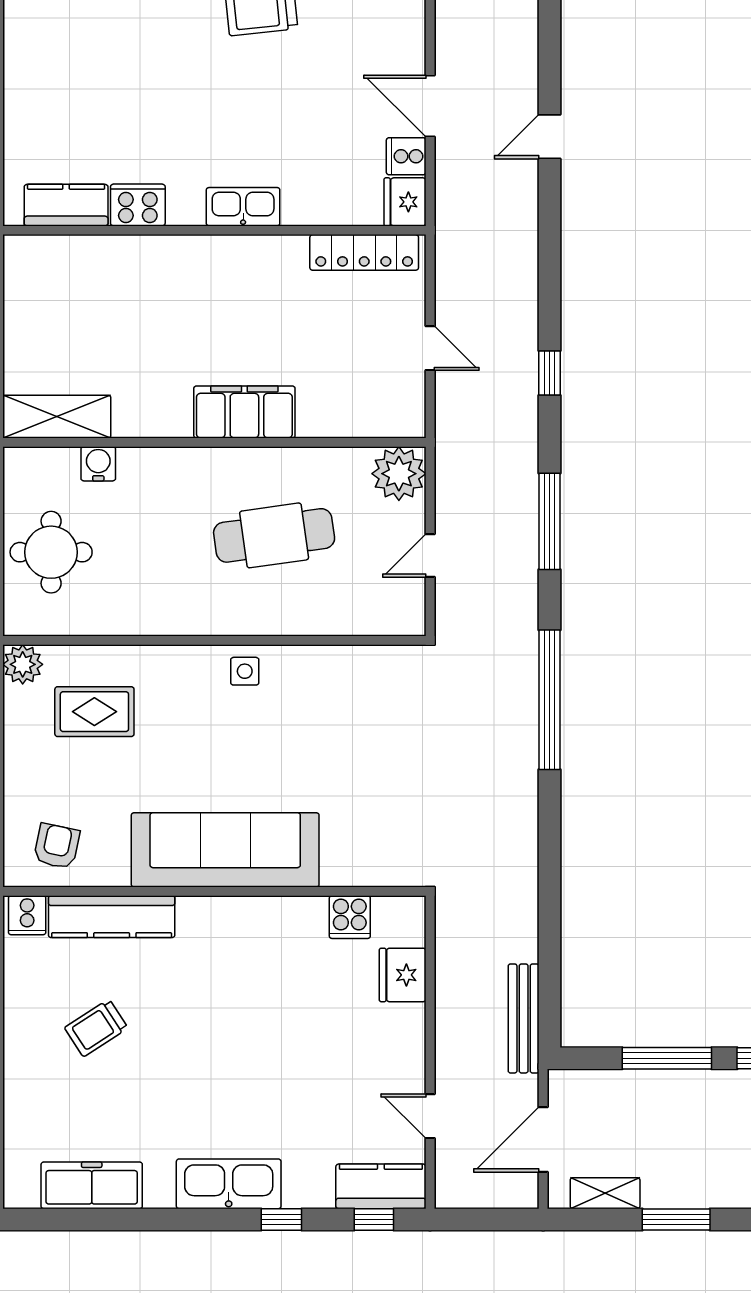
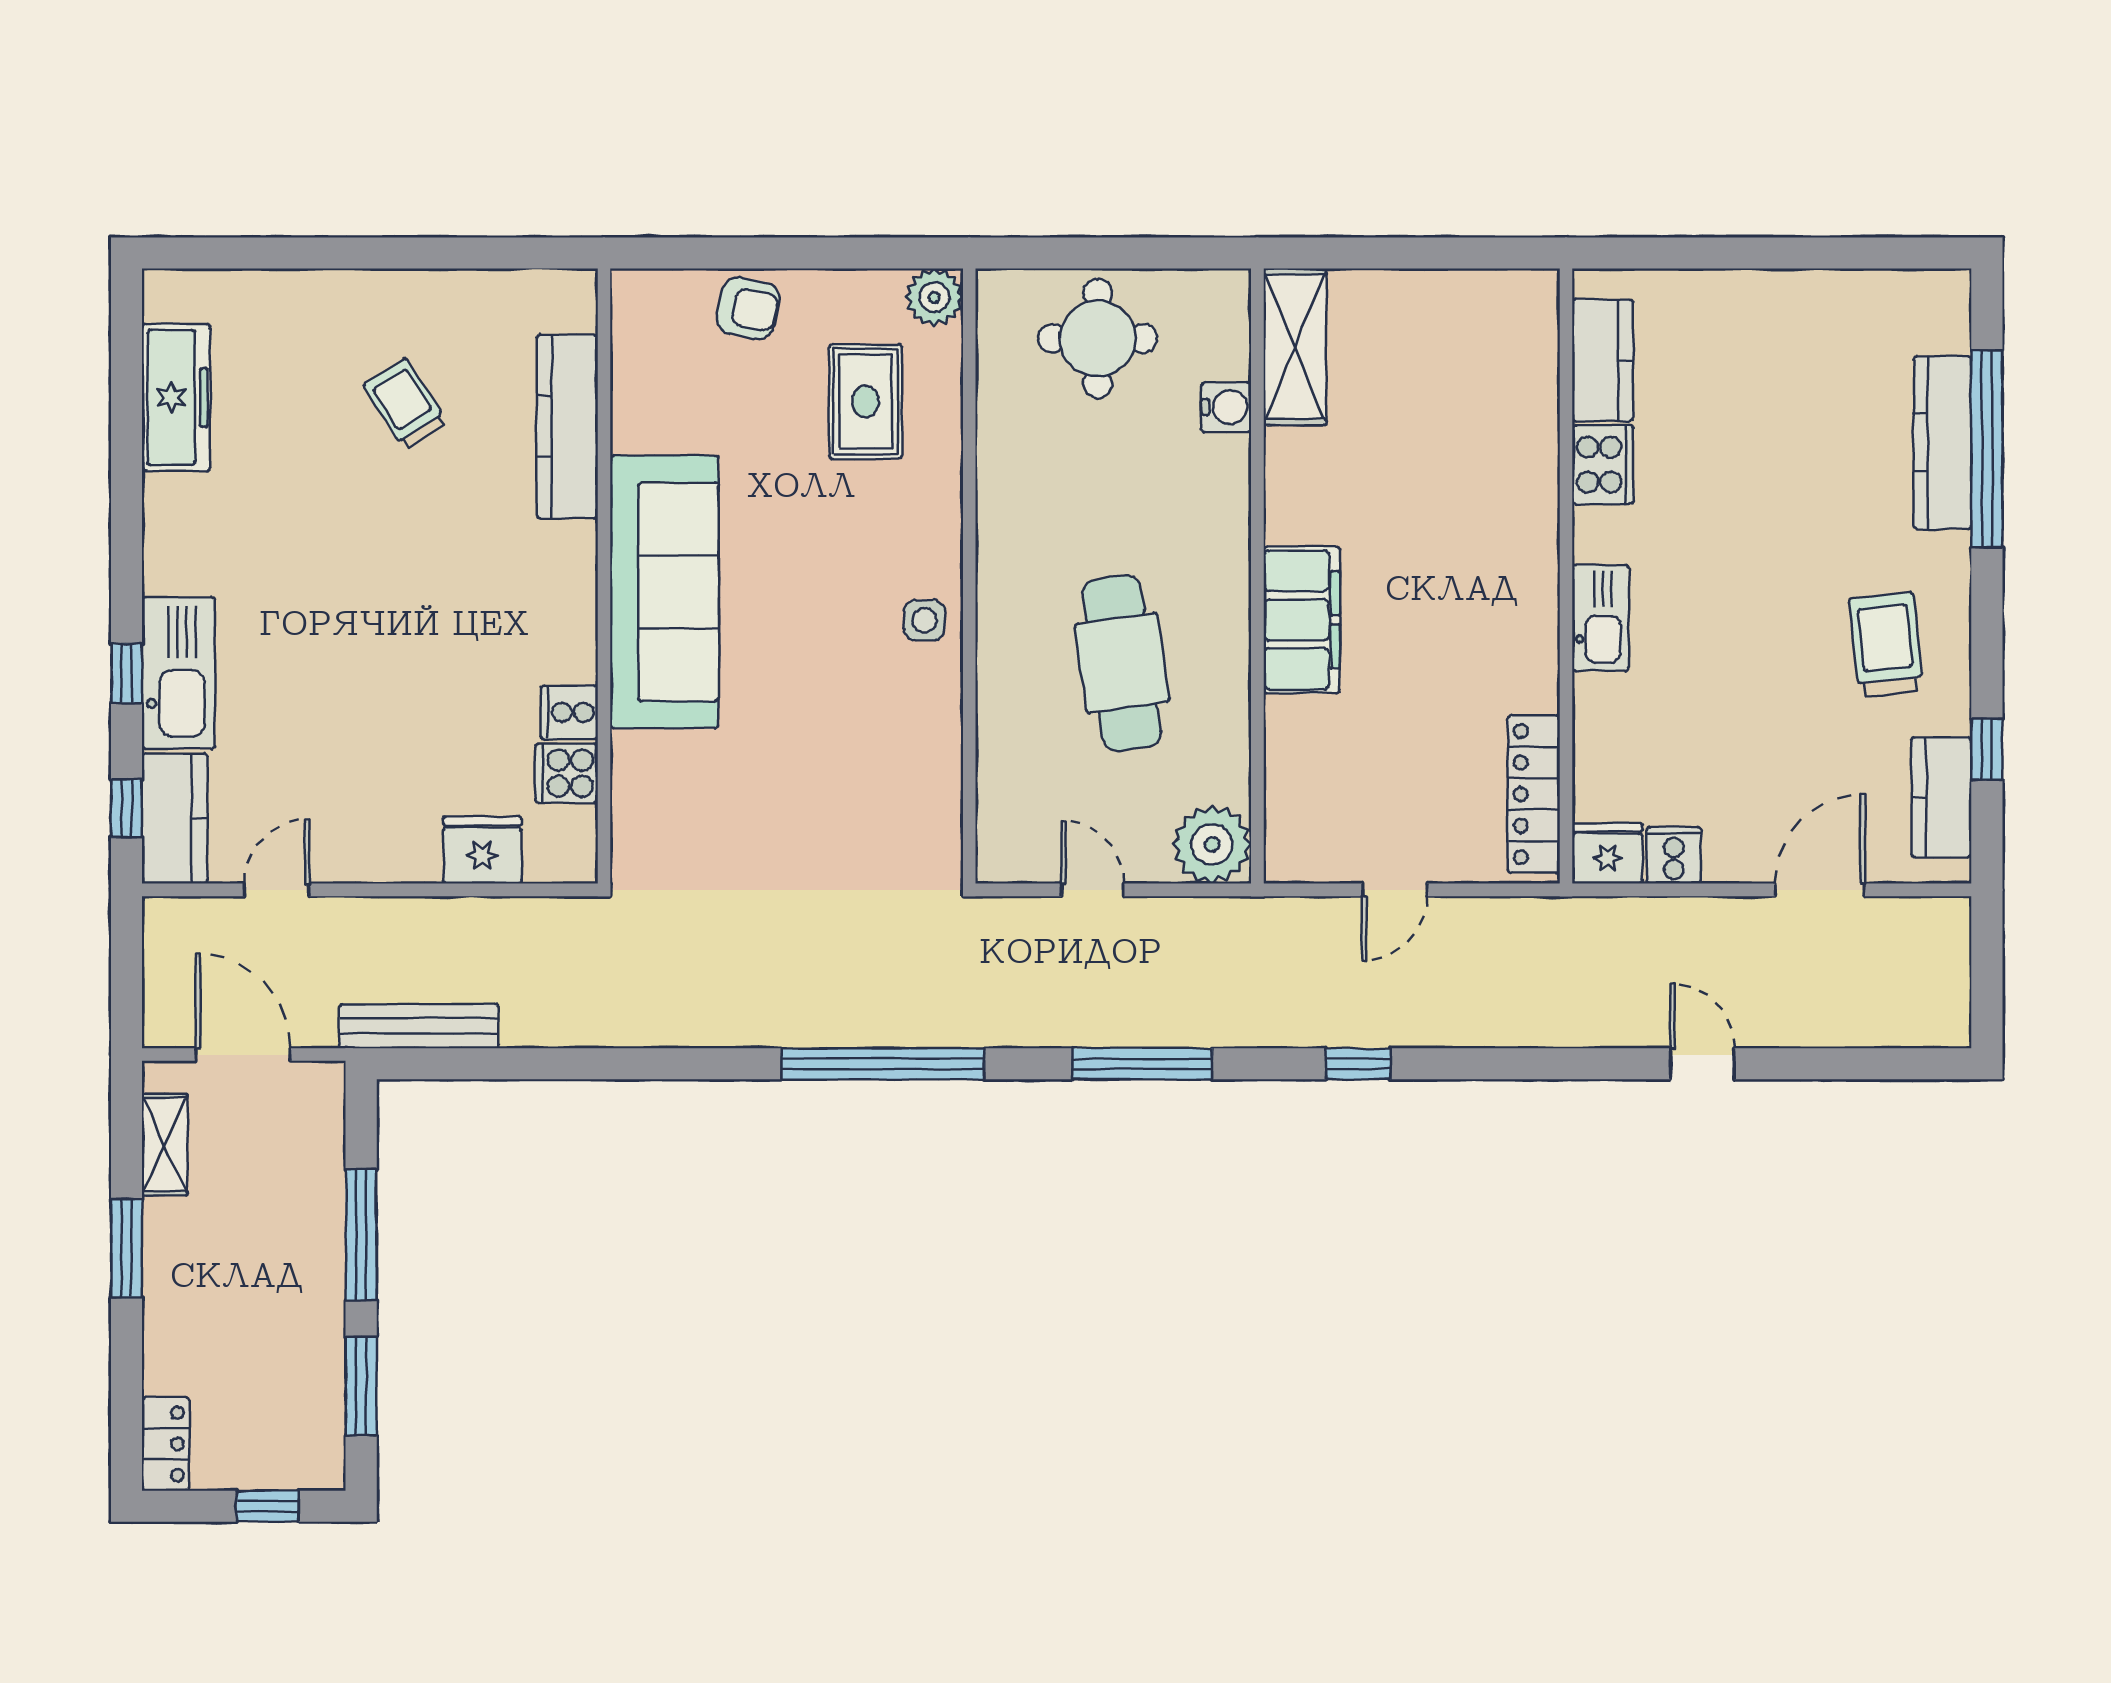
door: (430, 106) -> (1820, 890), moved
armchair: (57, 846) -> (748, 308), moved
cooker: (27, 915) -> (569, 712), moved
kitchen sink: (229, 1184) -> (178, 673), moved

